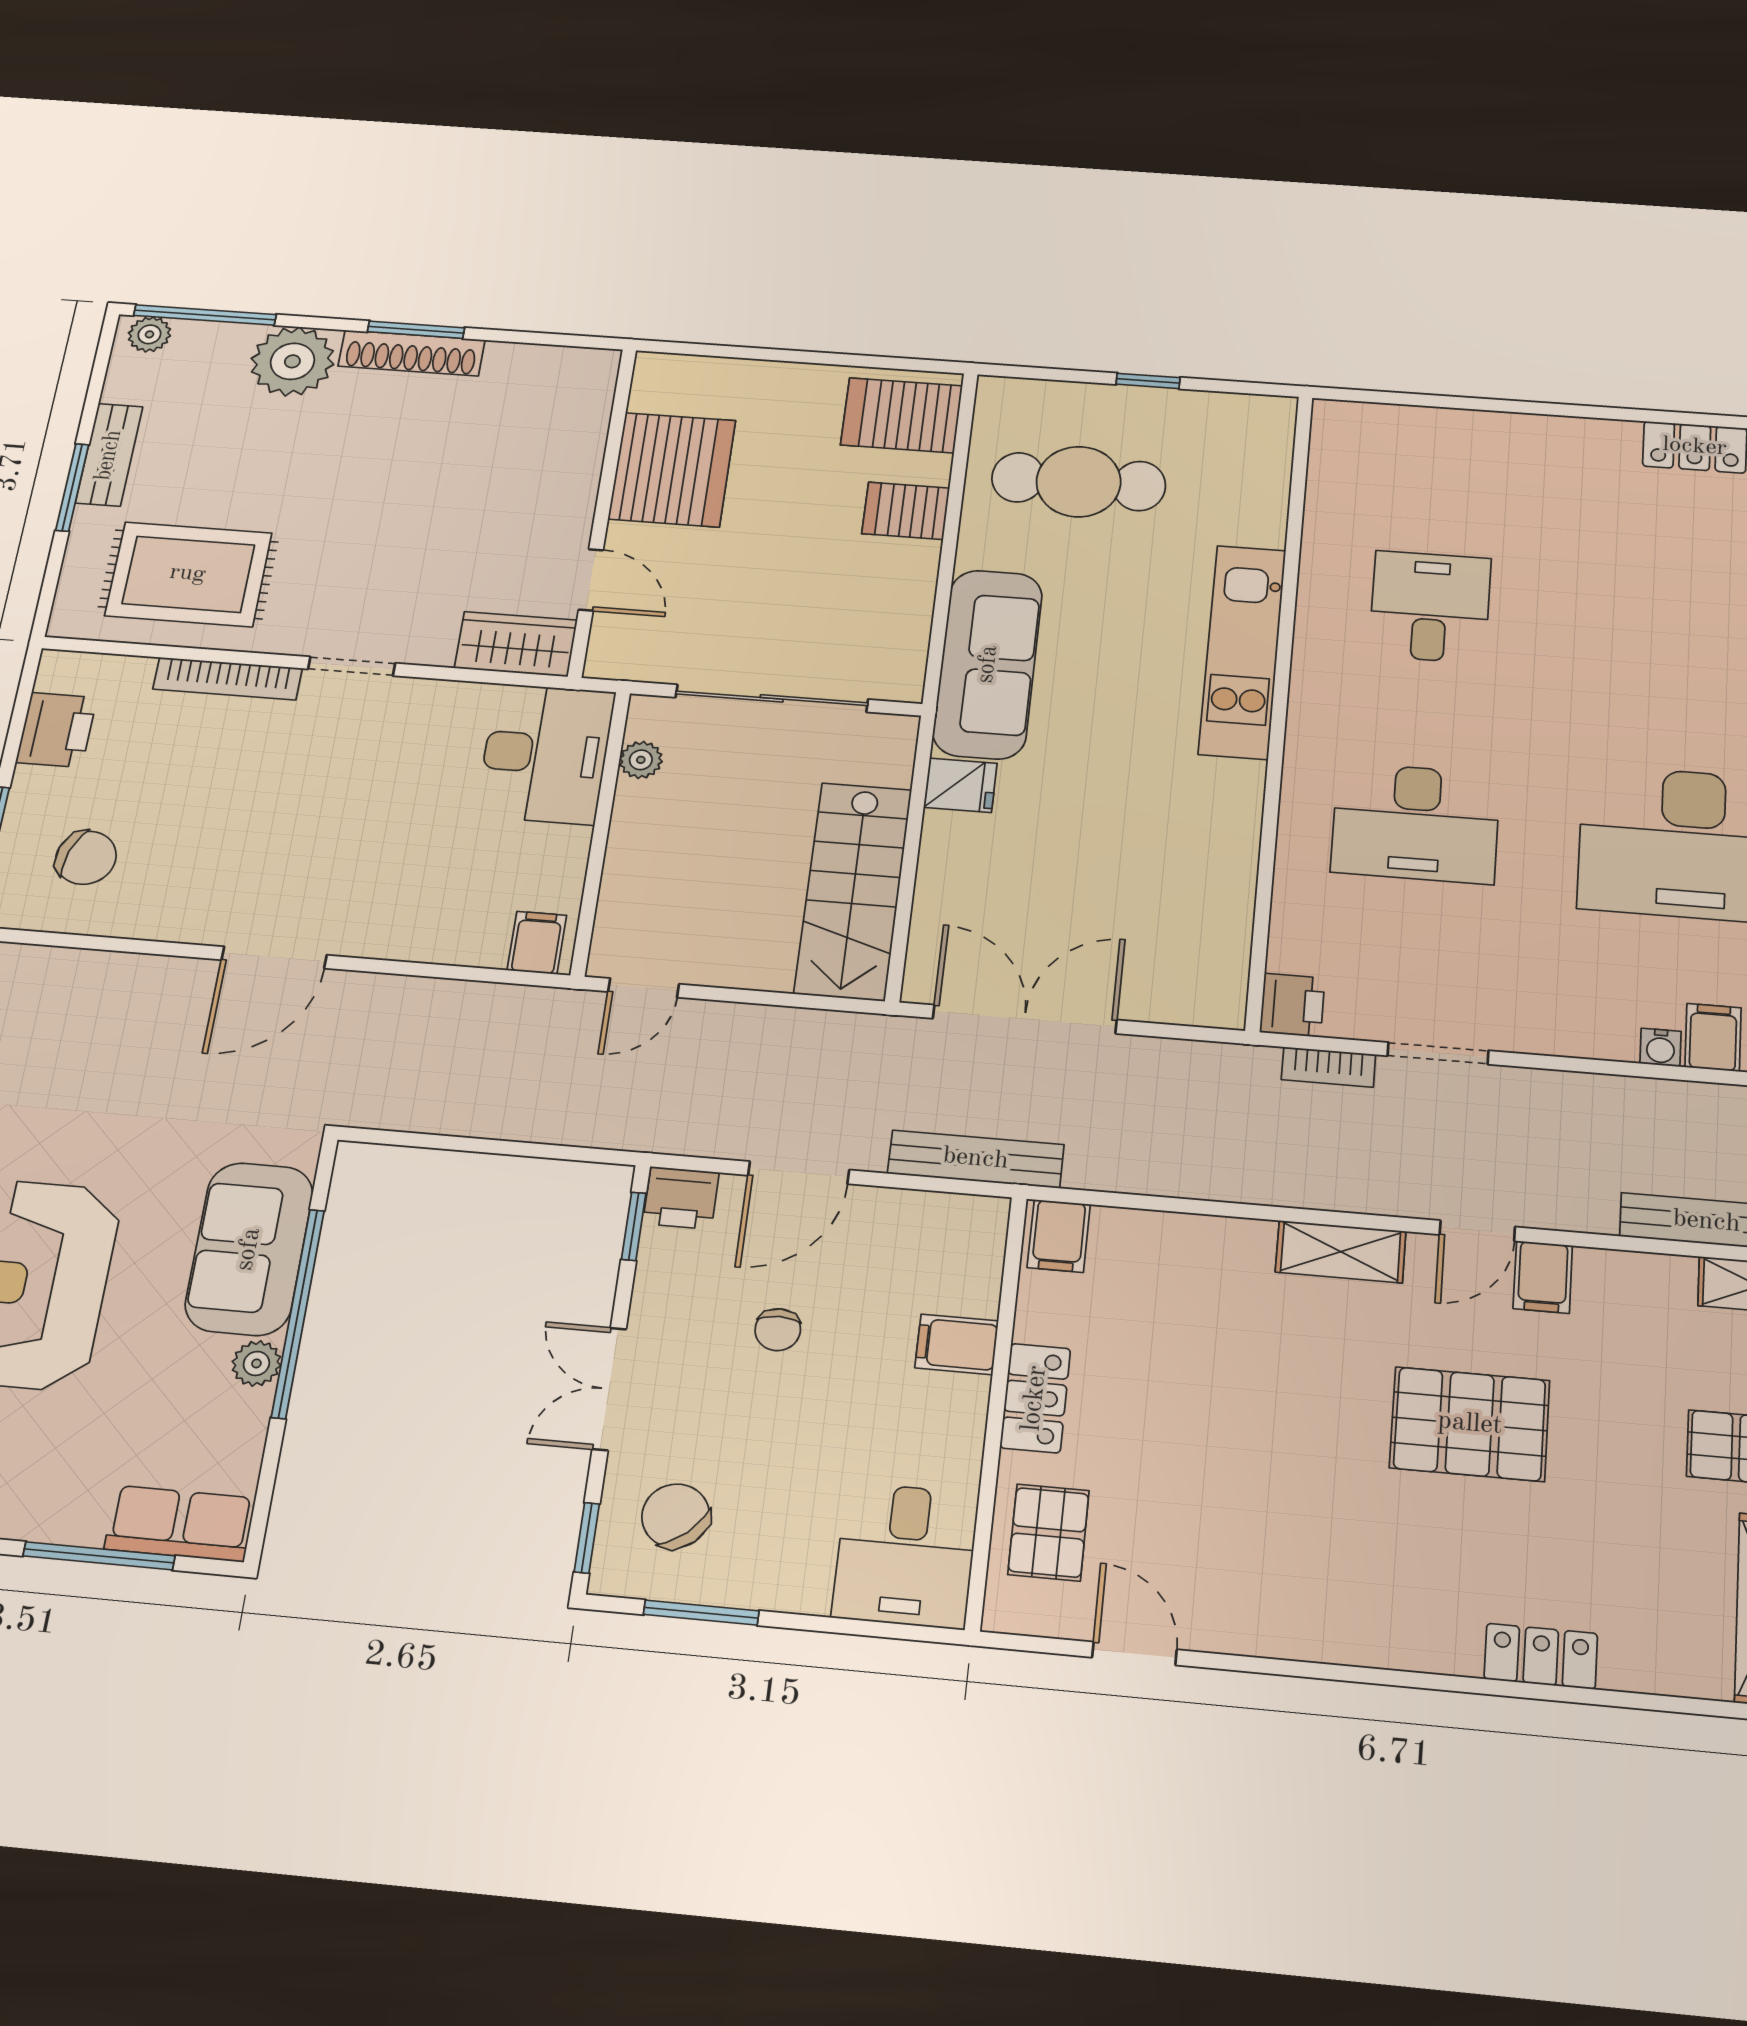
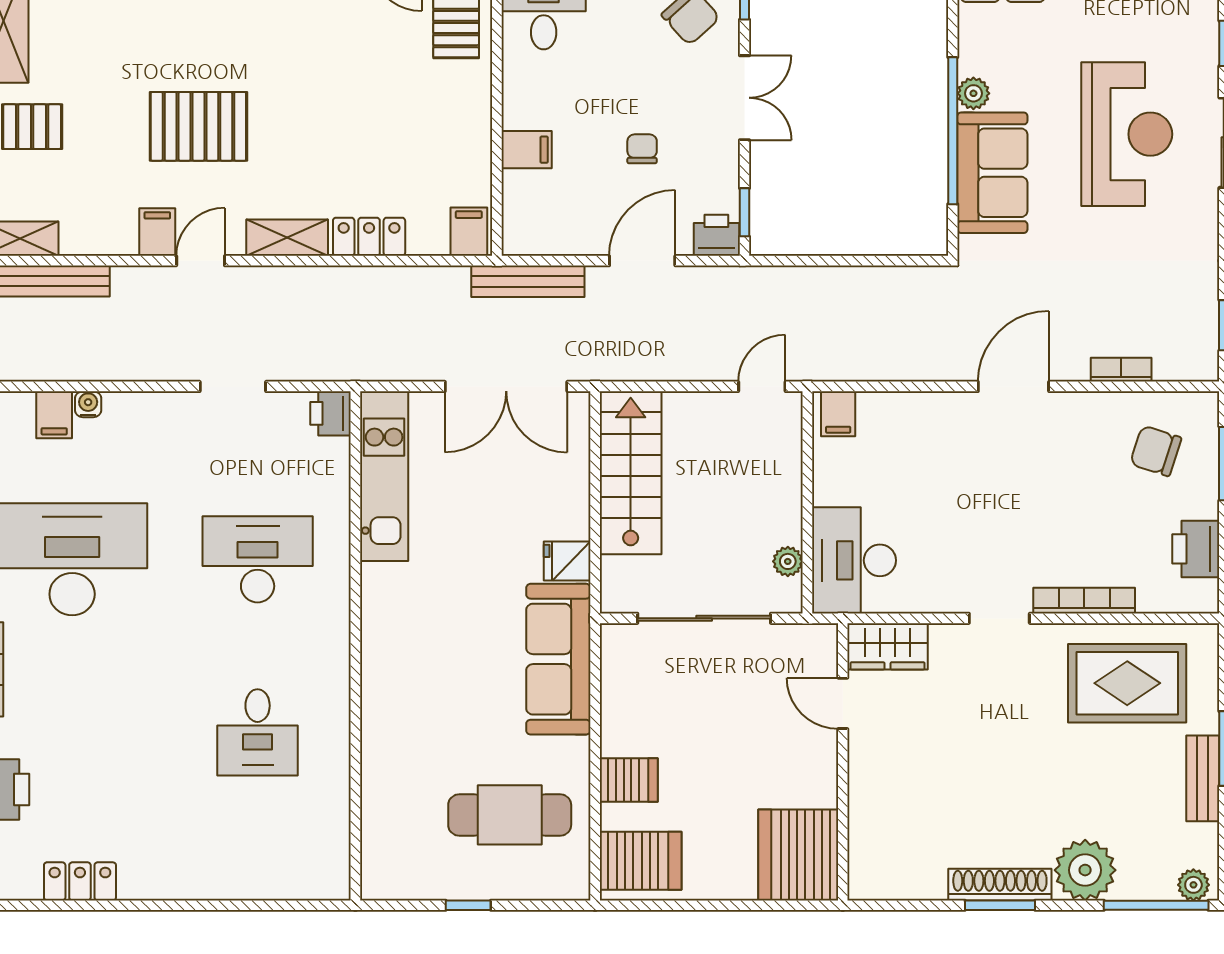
server rack: (672, 470) -> (798, 855), moved
kitchen unit: (1242, 652) -> (384, 476), moved
bookcase: (1328, 1067) -> (1121, 370), moved
locker: (1035, 1398) -> (369, 237), moved, turned 90

